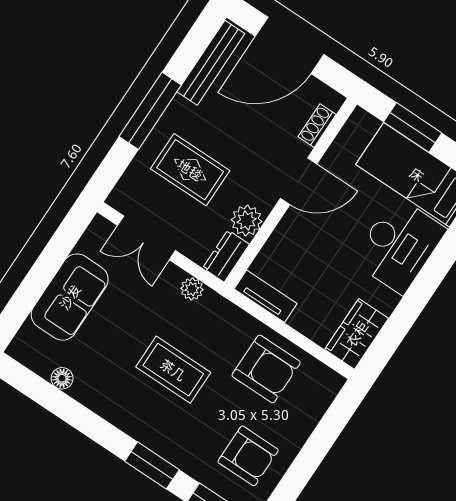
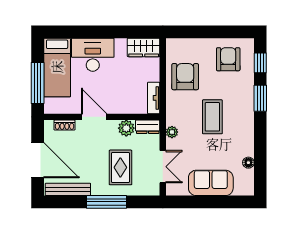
window: (413, 127) -> (38, 83), width x1.44

